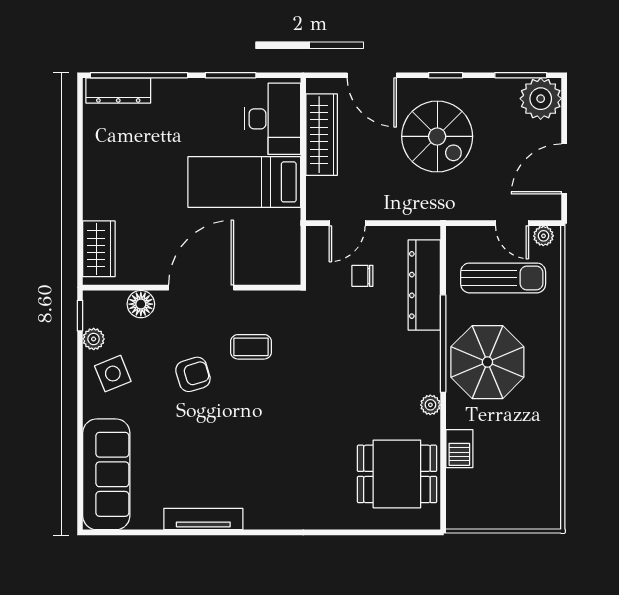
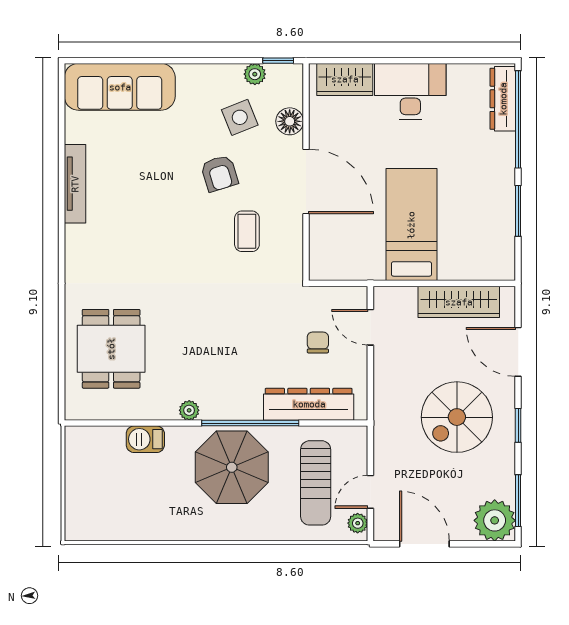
door: (372, 75) -> (518, 352), hinge flipped
desk: (273, 119) -> (410, 91), moved, turned 180
side table: (113, 374) -> (240, 117), moved
dining table: (397, 474) -> (111, 349), moved

